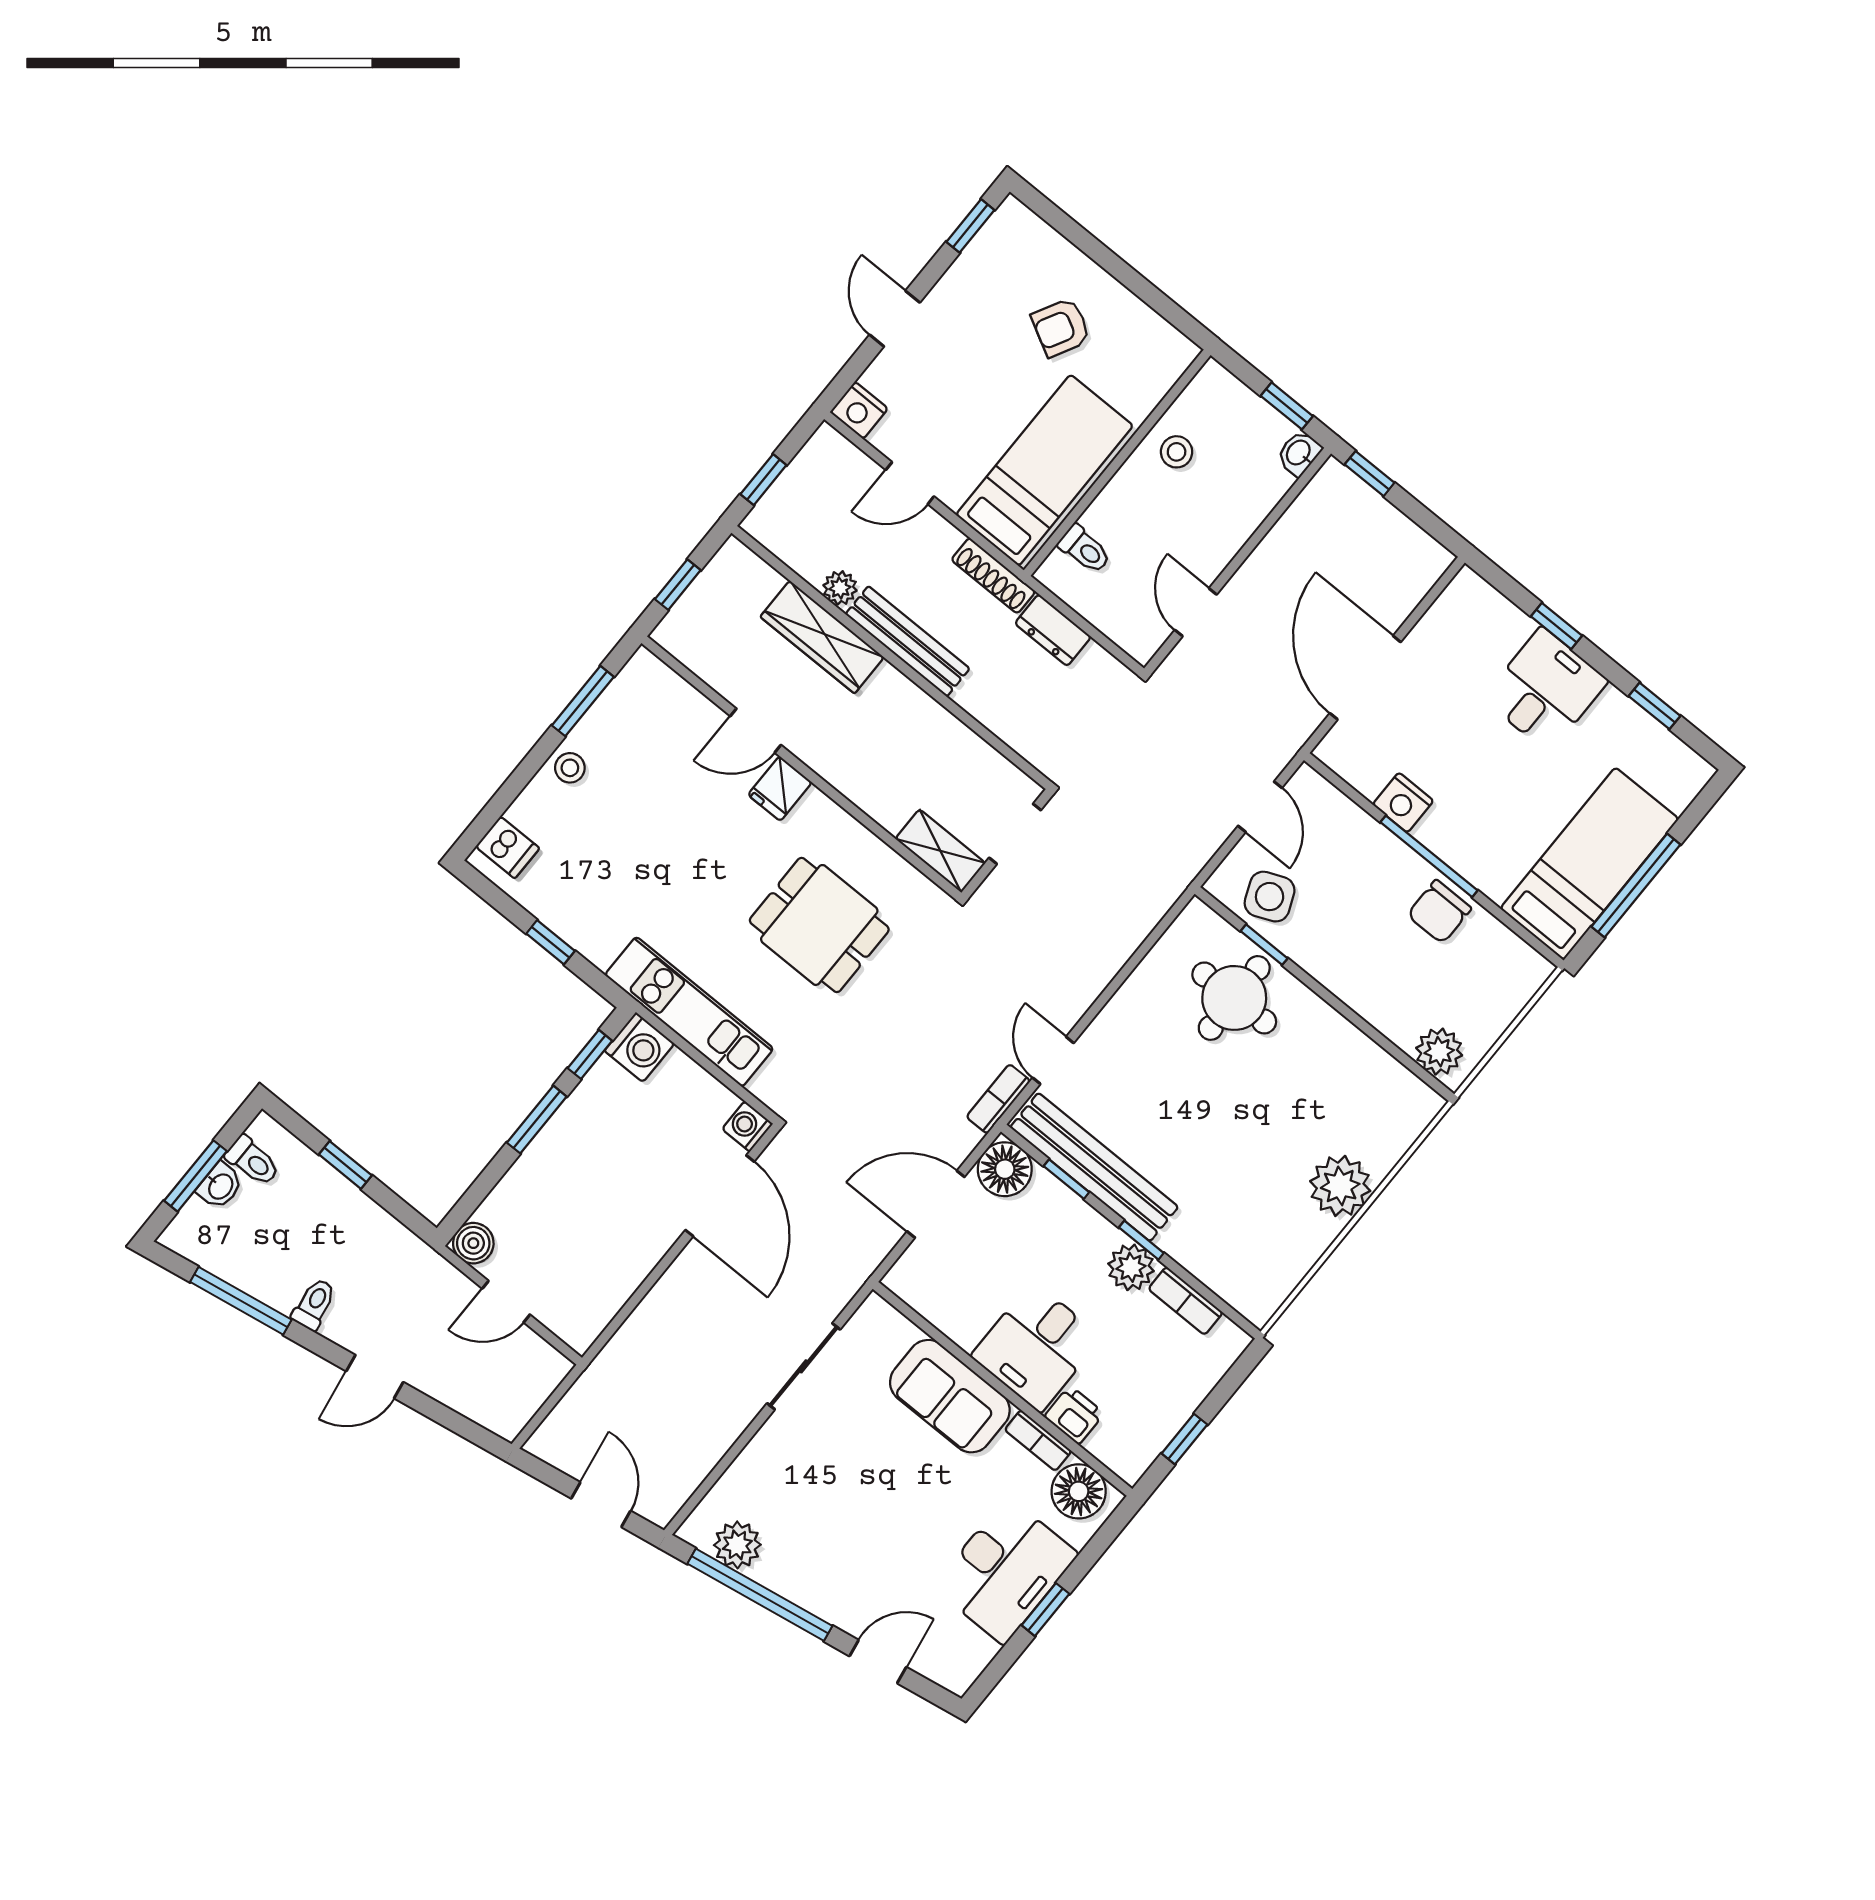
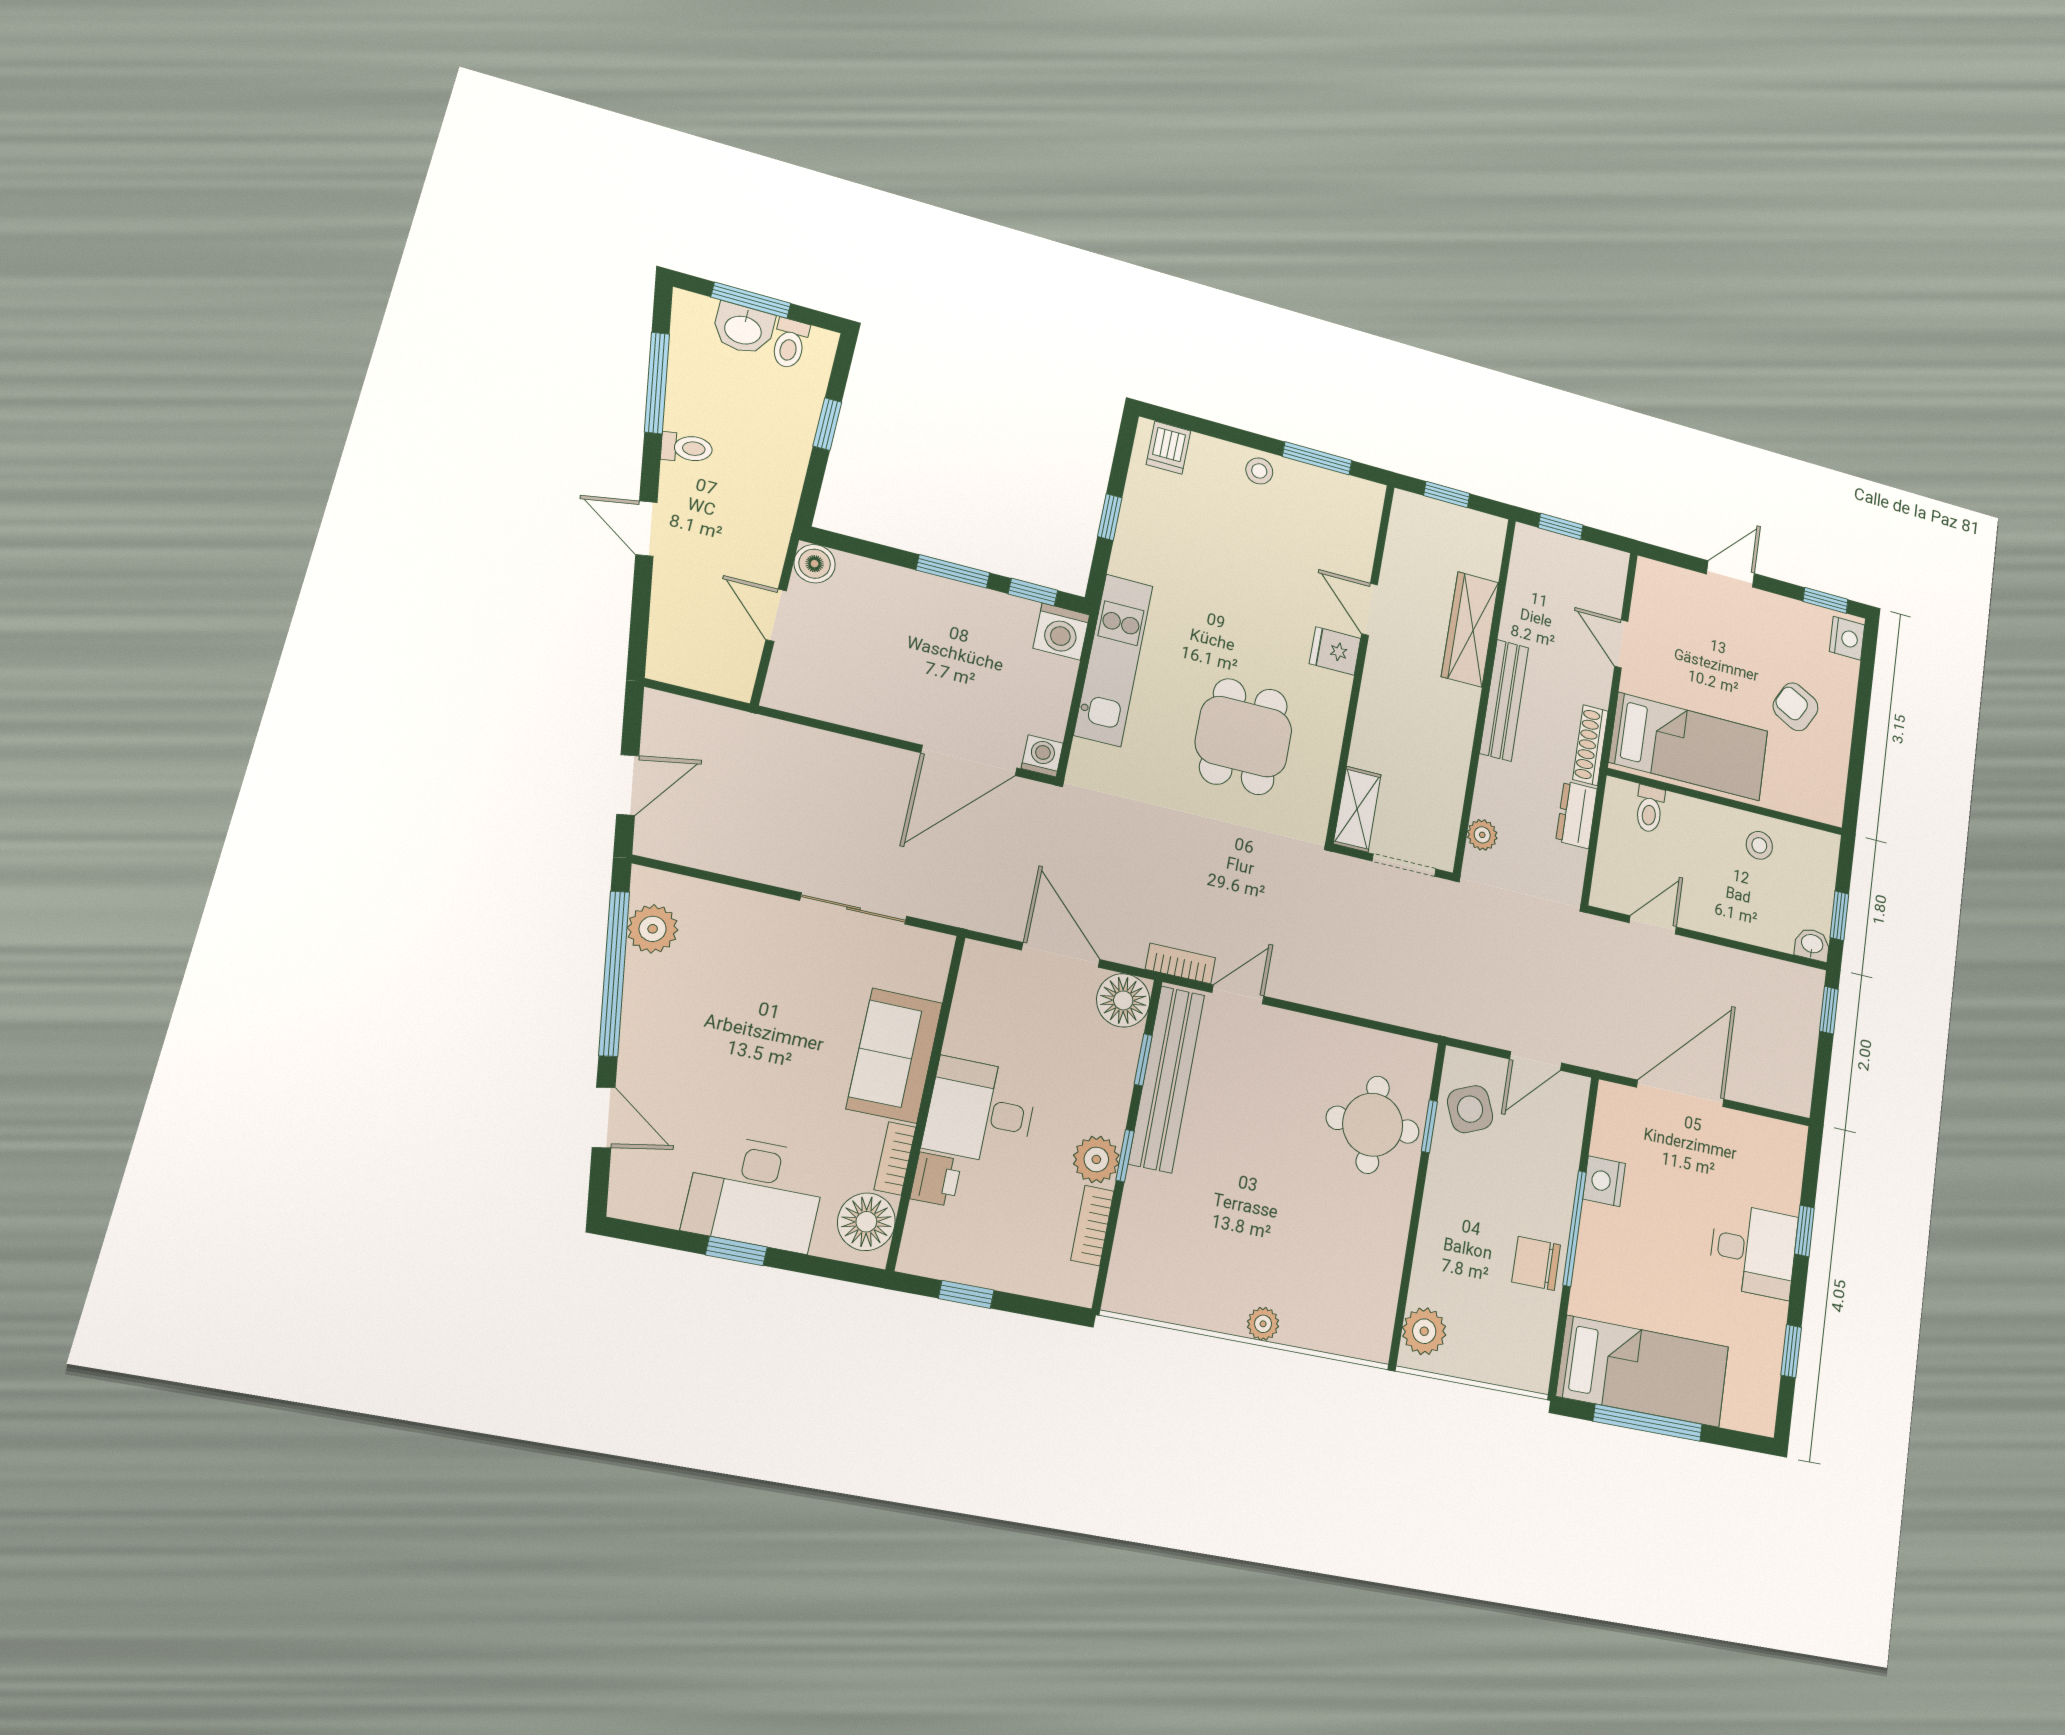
nightstand: (859, 410) -> (1847, 638), moved, turned 180
plant: (840, 588) -> (1482, 835), moved
washbasin: (220, 1186) -> (743, 329), width x1.38, depth x1.45
plant: (1340, 1186) -> (1263, 1324), width x0.53, depth x0.53

